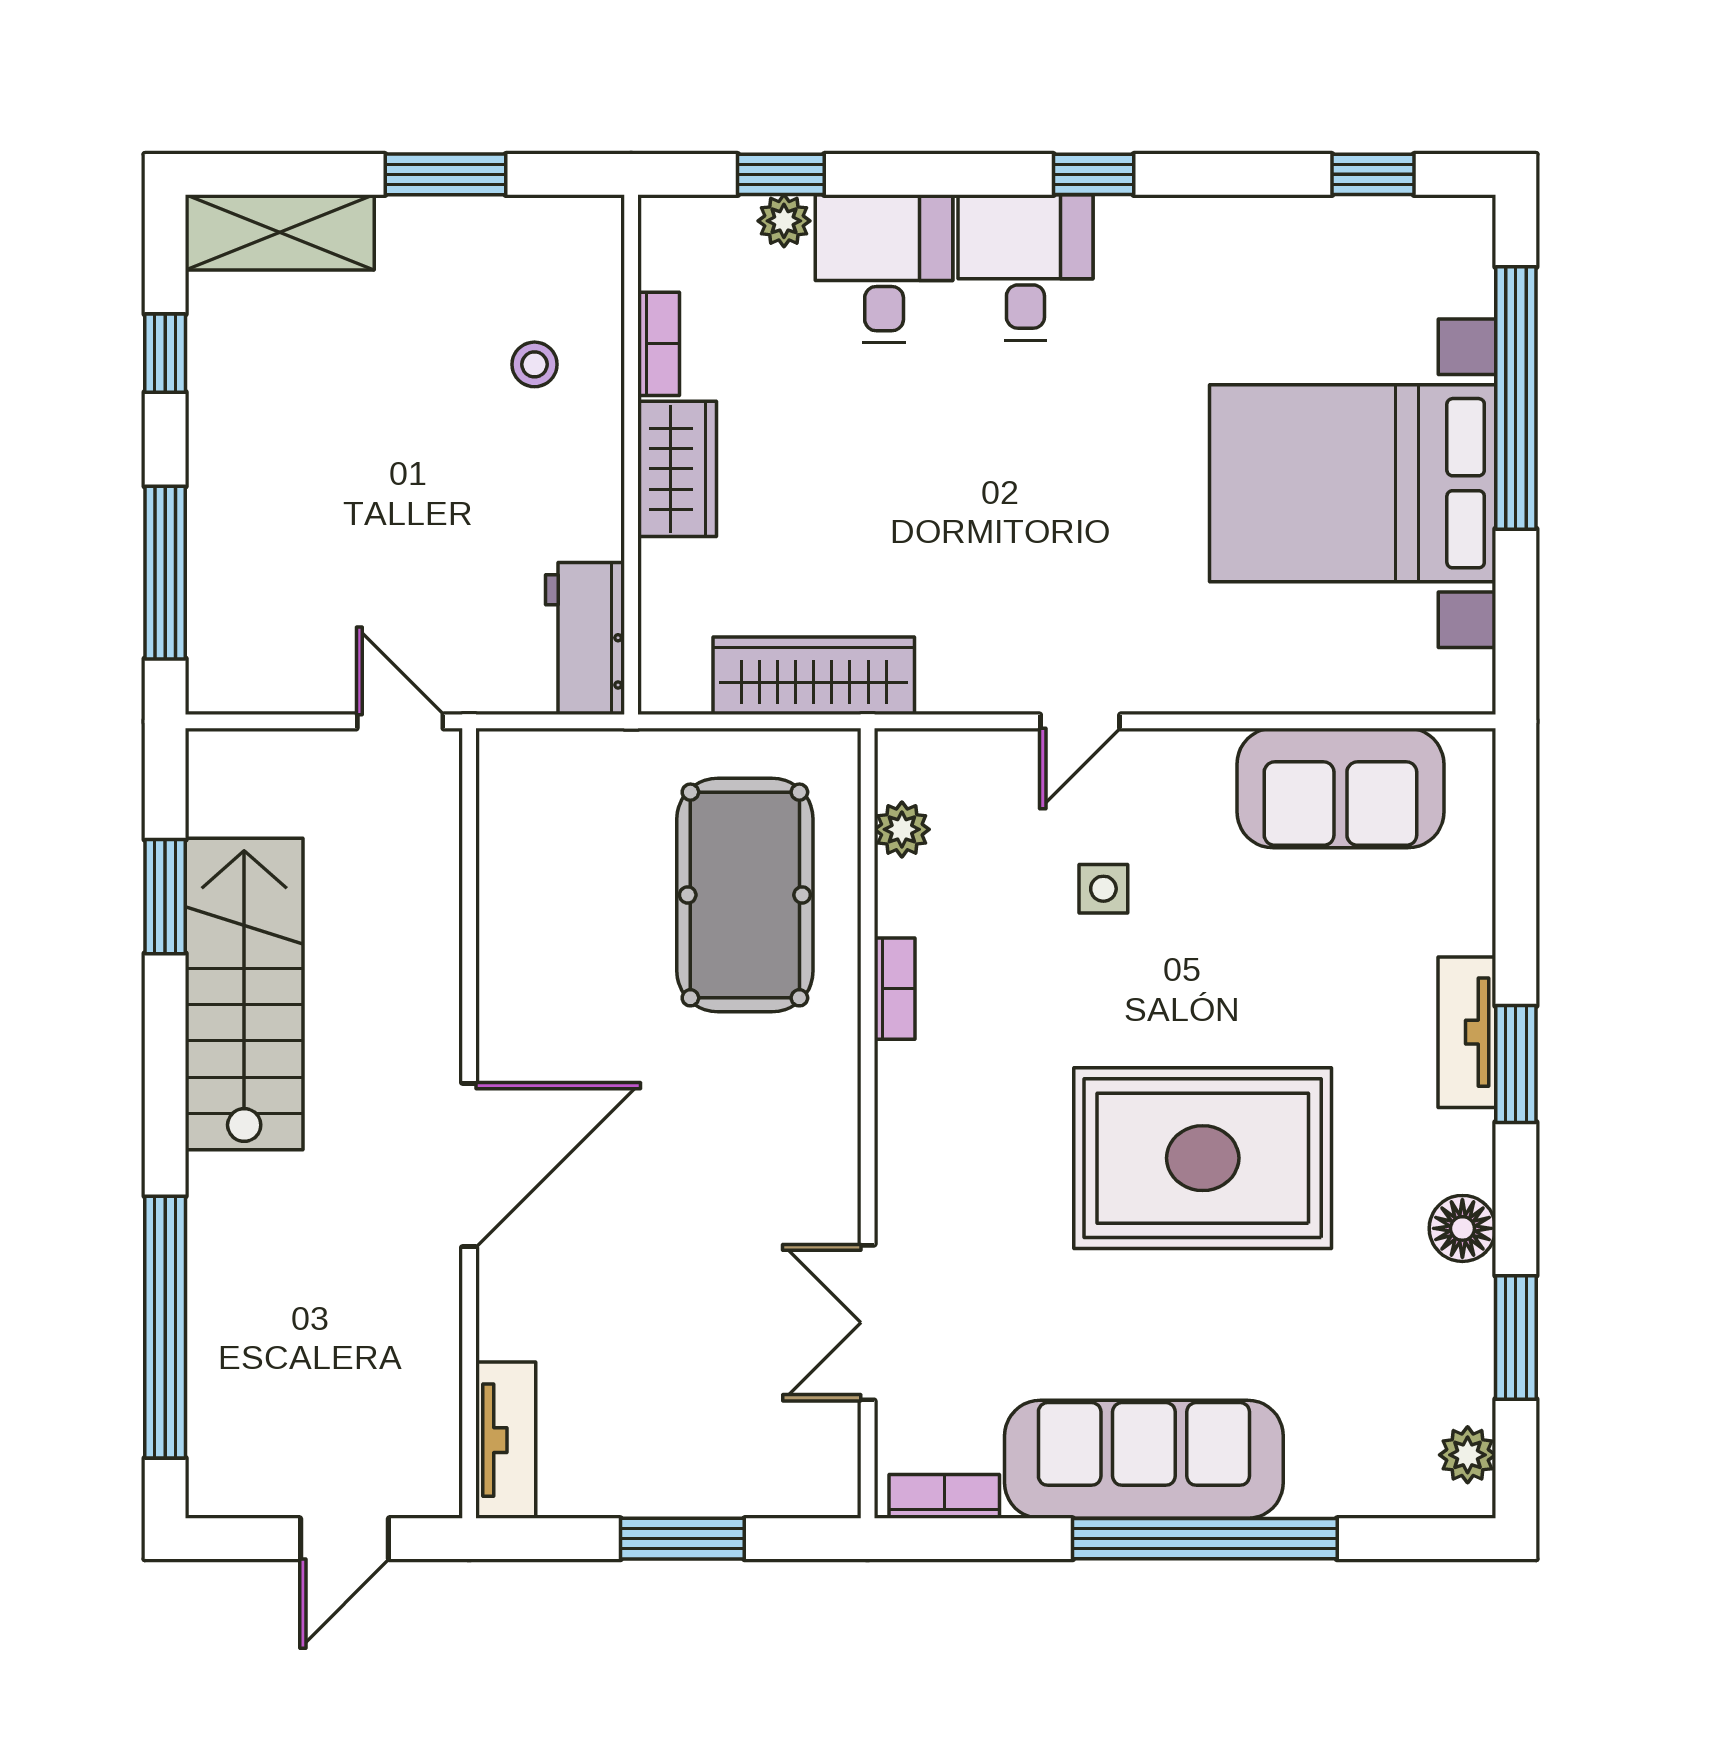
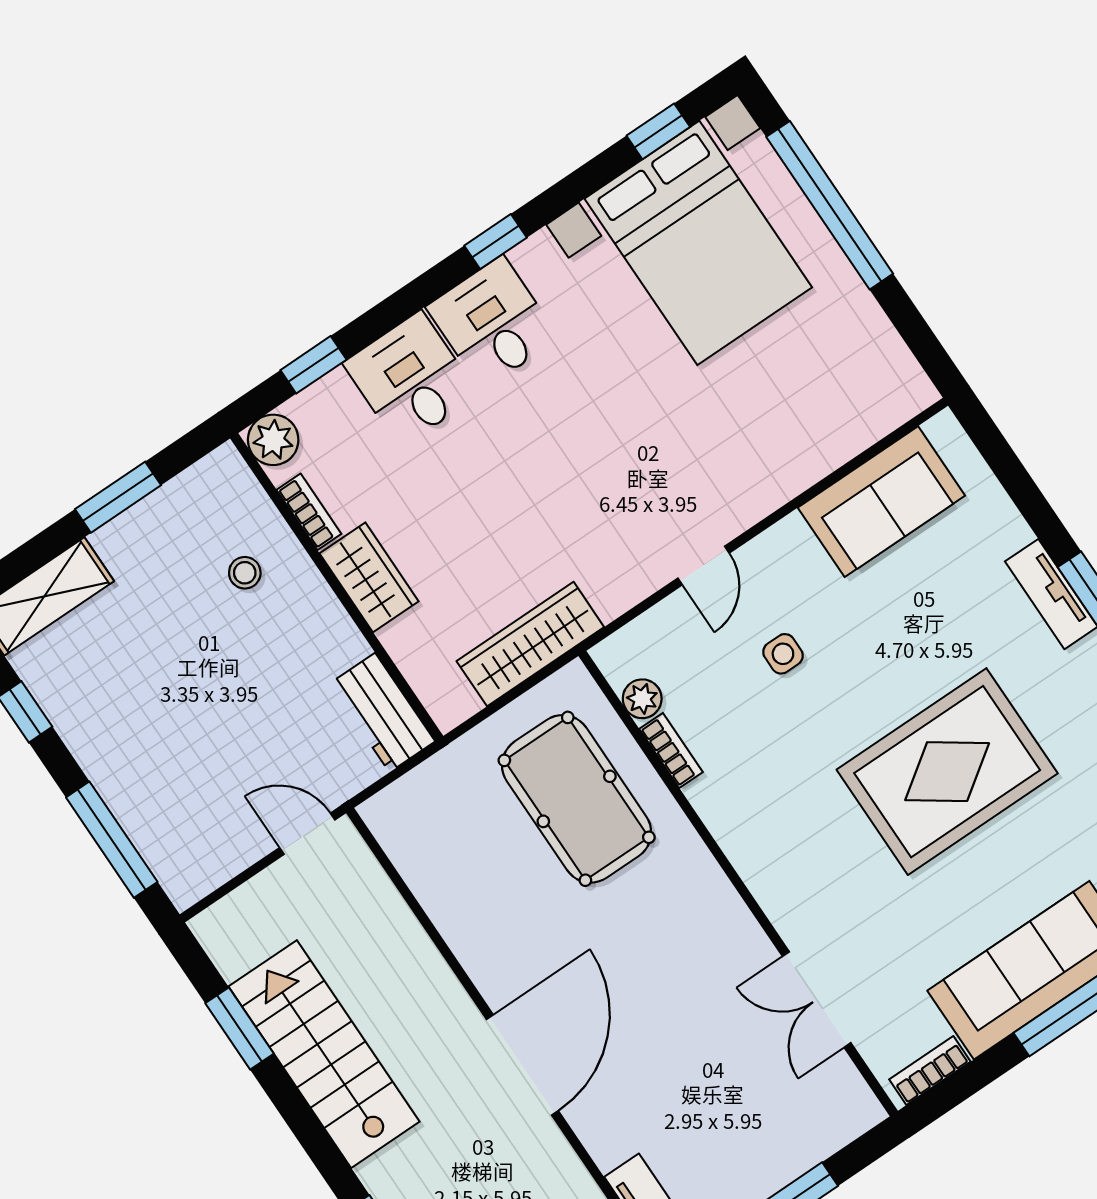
plant: (784, 221) -> (273, 440), moved, width x1.38, depth x1.38
bed with nightstands: (1353, 483) -> (698, 243), moved, turned -90
bookcase: (895, 989) -> (671, 750), moved

